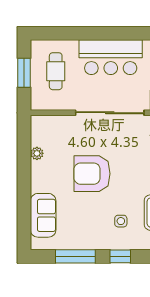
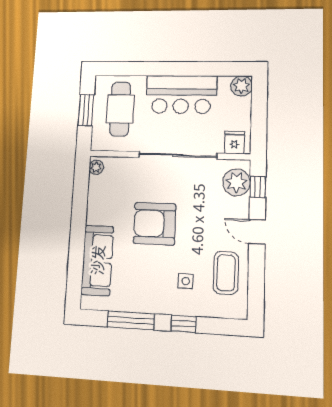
cafe table: (56, 71) -> (120, 109), width x1.37, depth x1.35
plant: (37, 153) -> (96, 167), moved
sofa: (43, 215) -> (97, 260), width x1.36

